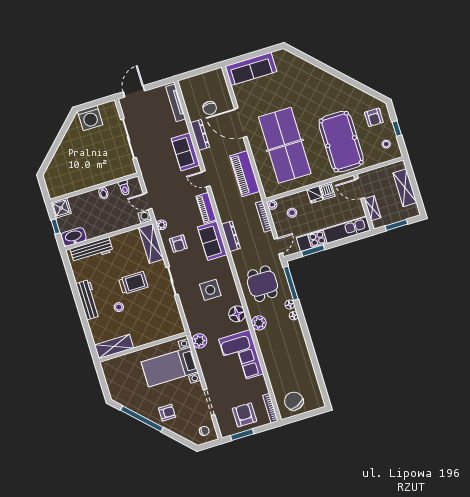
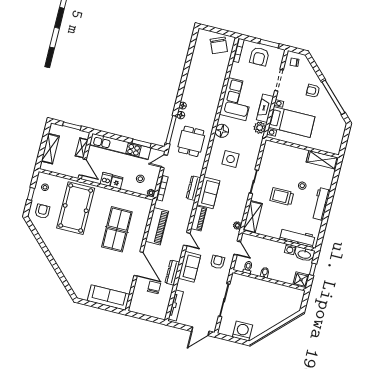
table tennis table: (285, 145) -> (117, 229), width x0.73, depth x0.76
washing machine: (145, 217) -> (290, 249), moved
armchair: (178, 244) -> (218, 262), moved
plant: (259, 323) -> (210, 115), removed
fireplace: (206, 365) -> (265, 108), added

